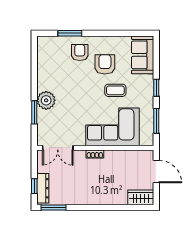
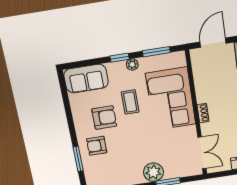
armchair: (105, 64) -> (104, 118), turned 180
plant: (148, 98) -> (132, 64), added

